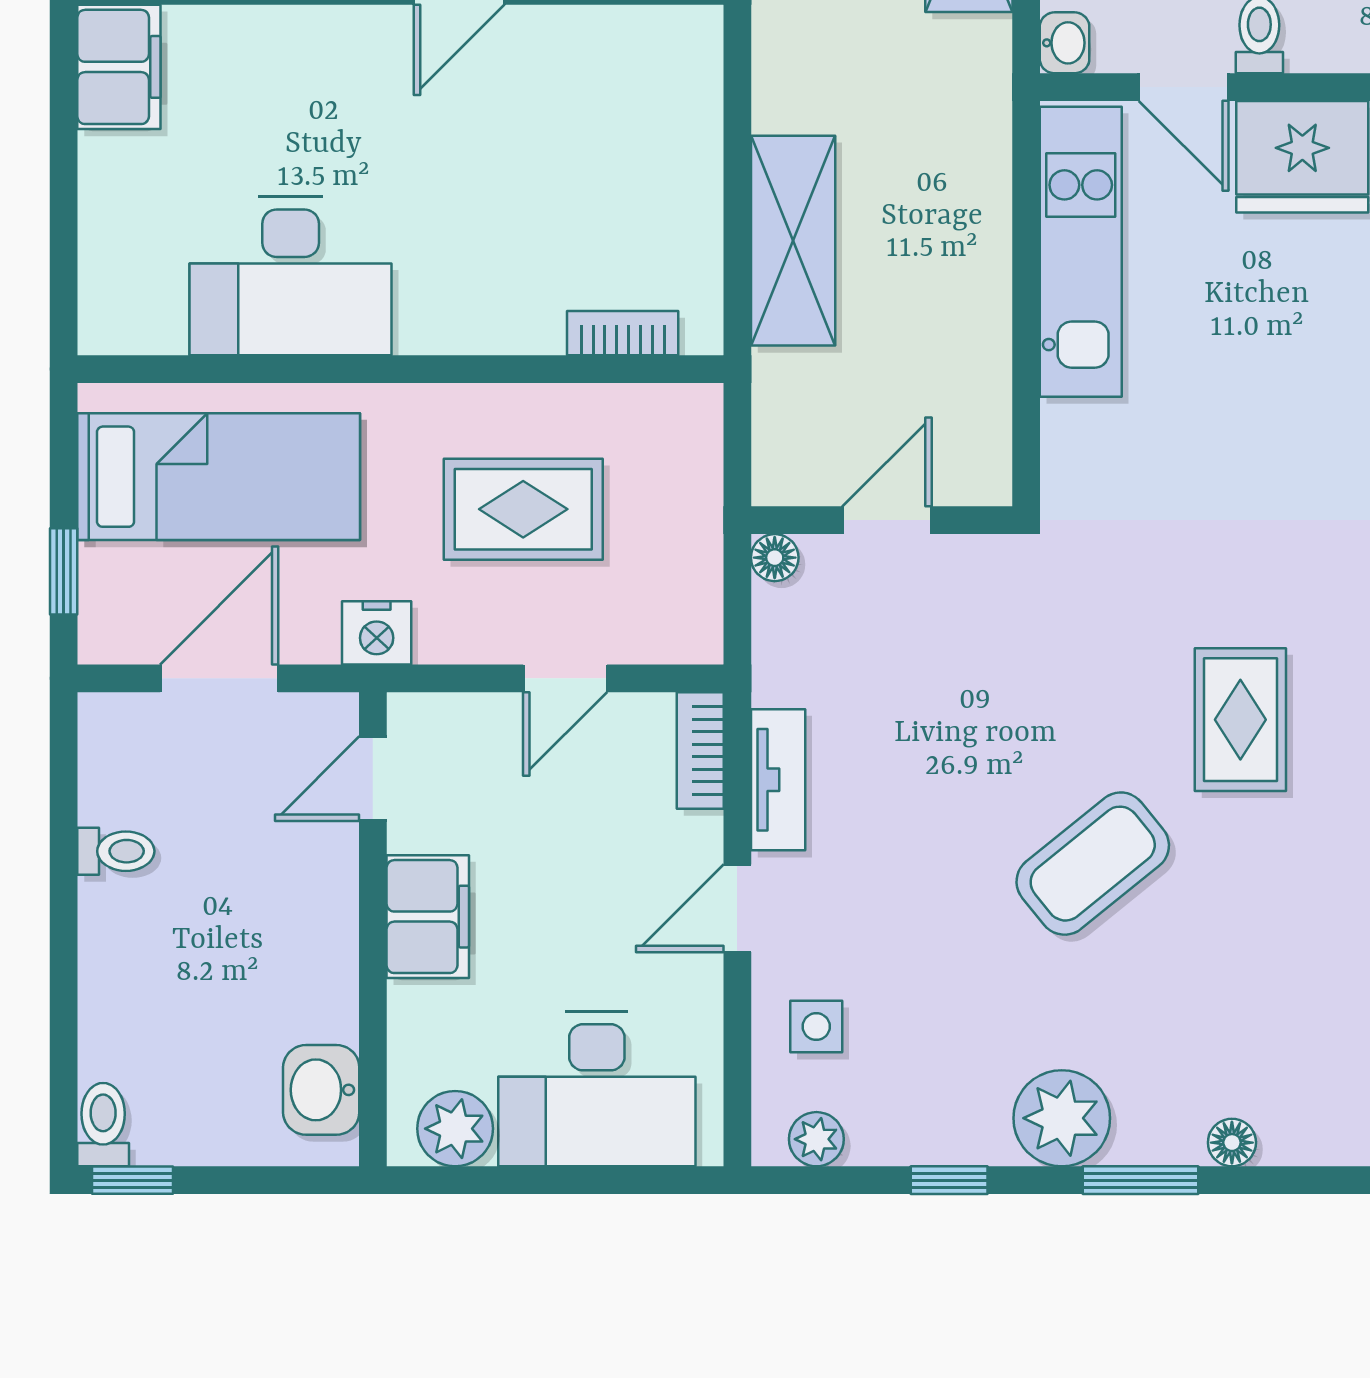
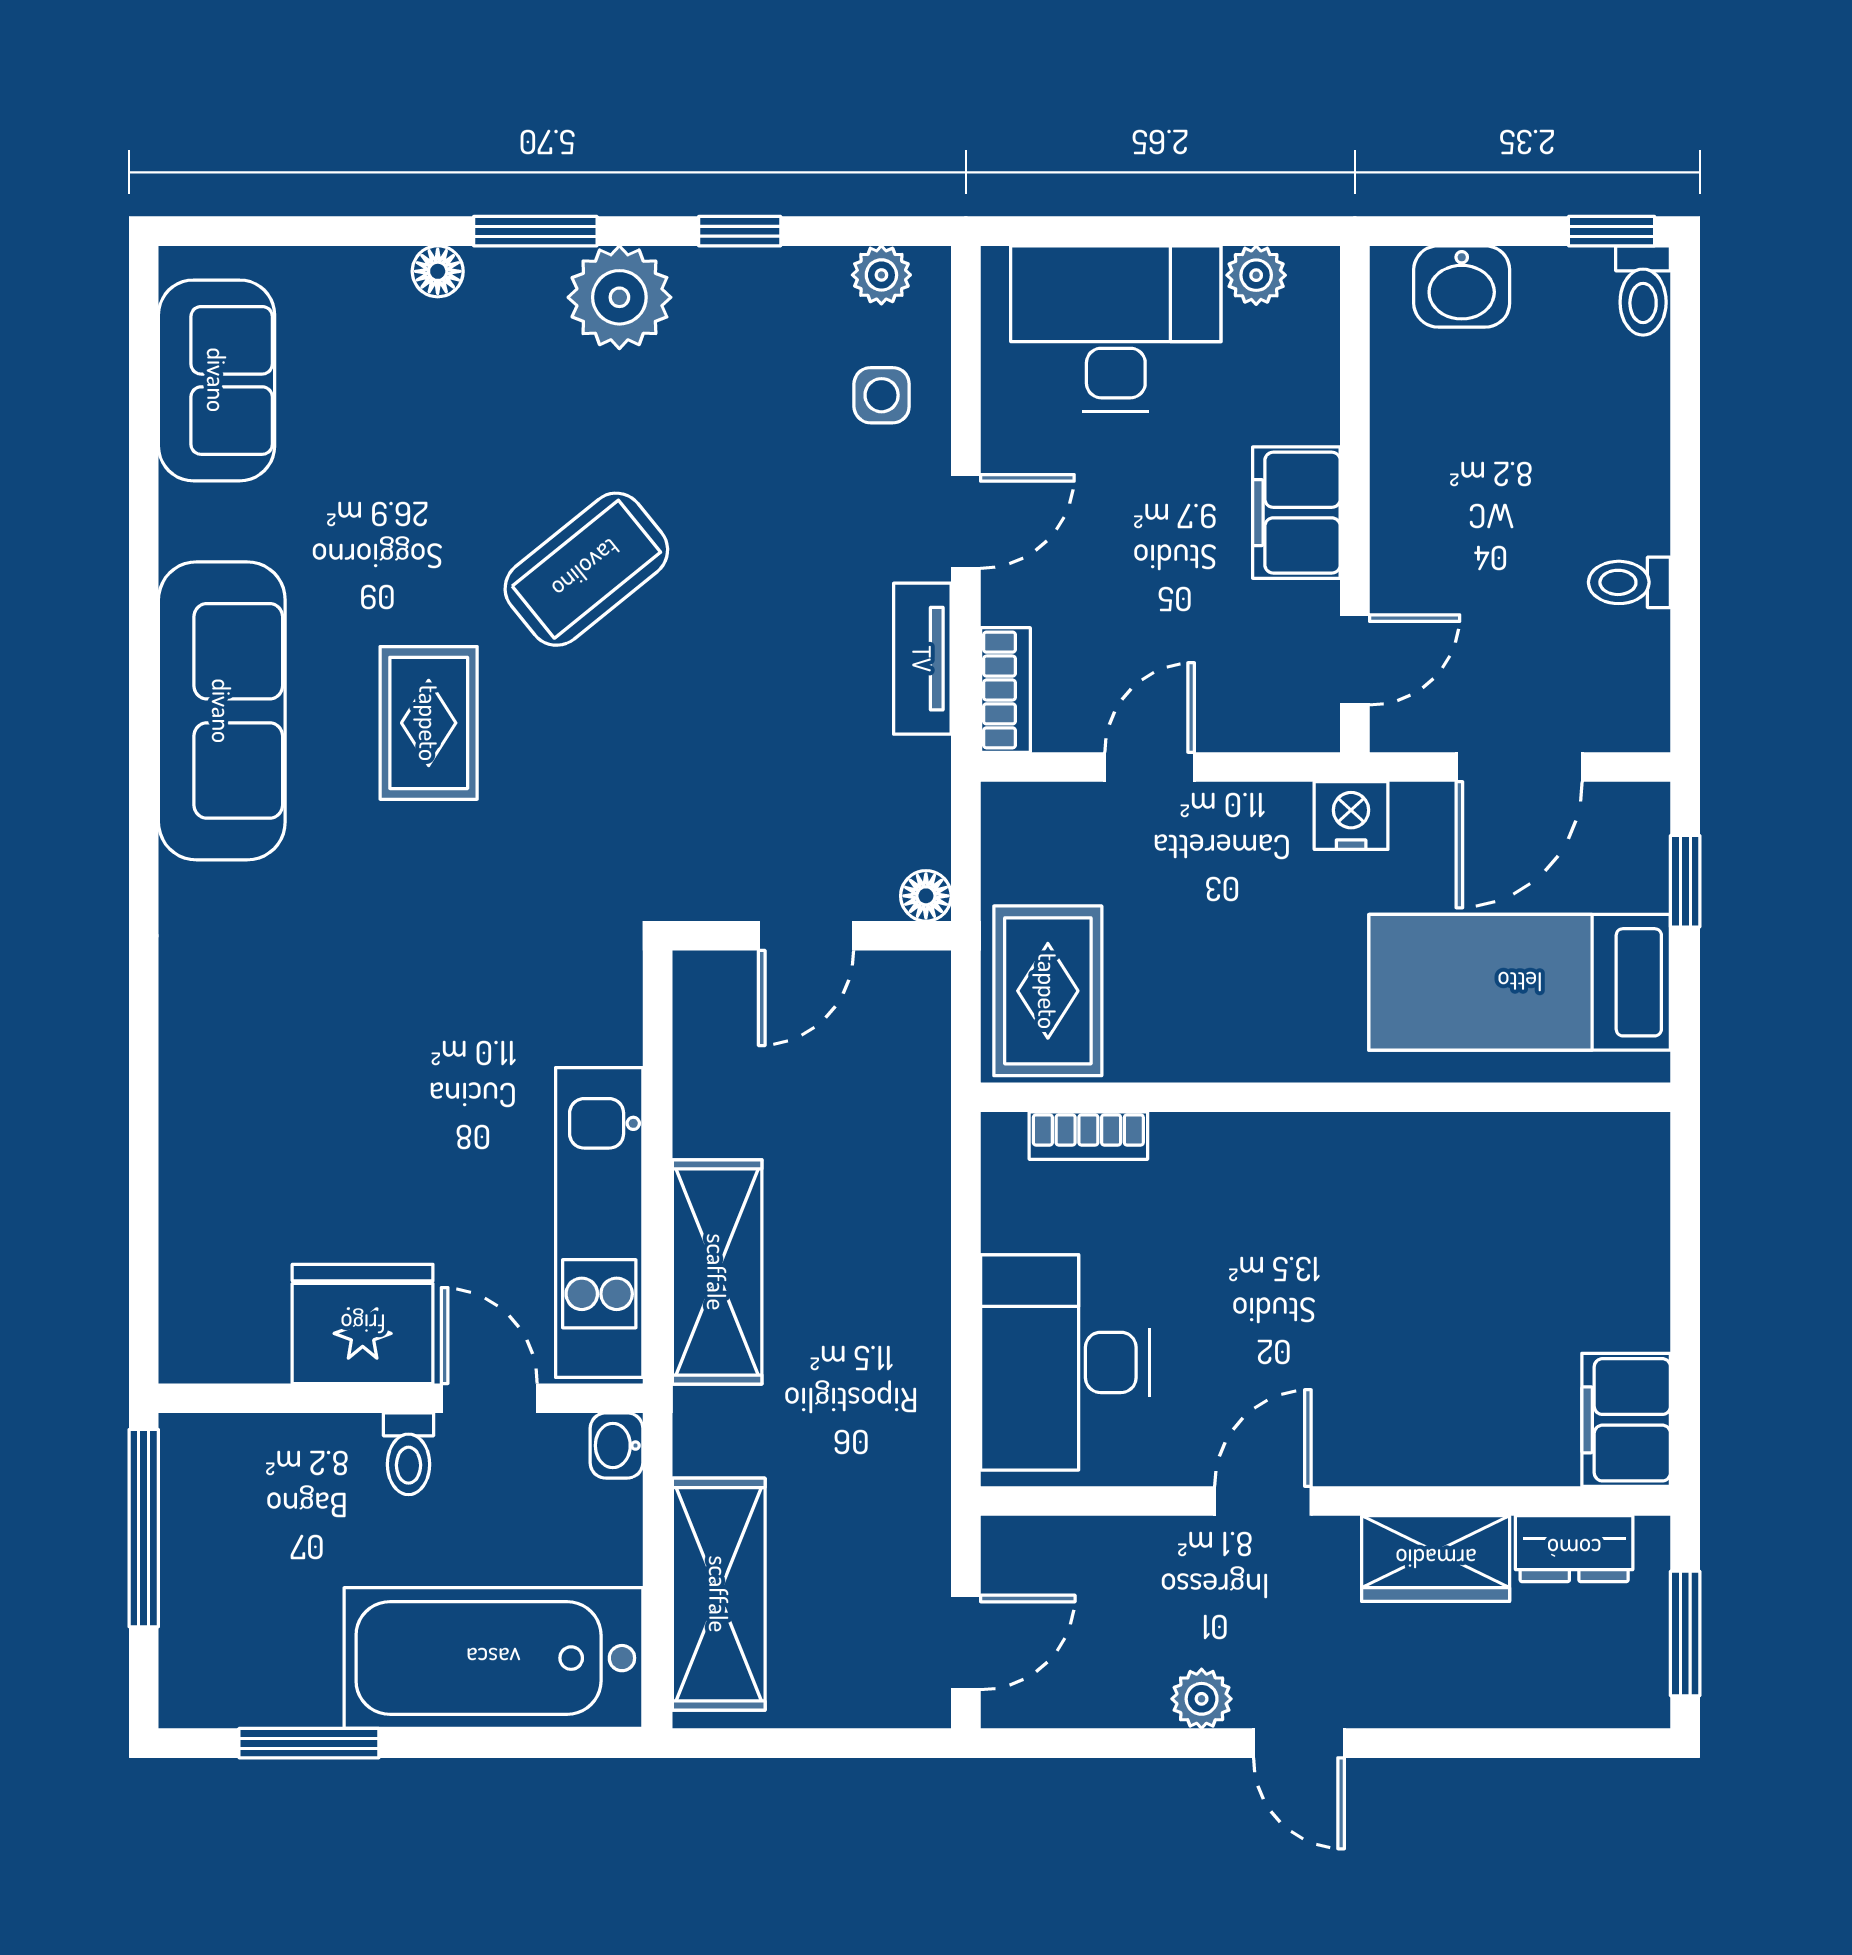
shelving: (793, 241) -> (717, 1272), moved
desk: (291, 276) -> (1065, 1362), moved, turned -90
rug: (523, 509) -> (1048, 991), moved, turned 90
washbasin: (321, 1090) -> (1462, 286), moved, turned 90
plant: (455, 1129) -> (1256, 275), width x0.73, depth x0.73

